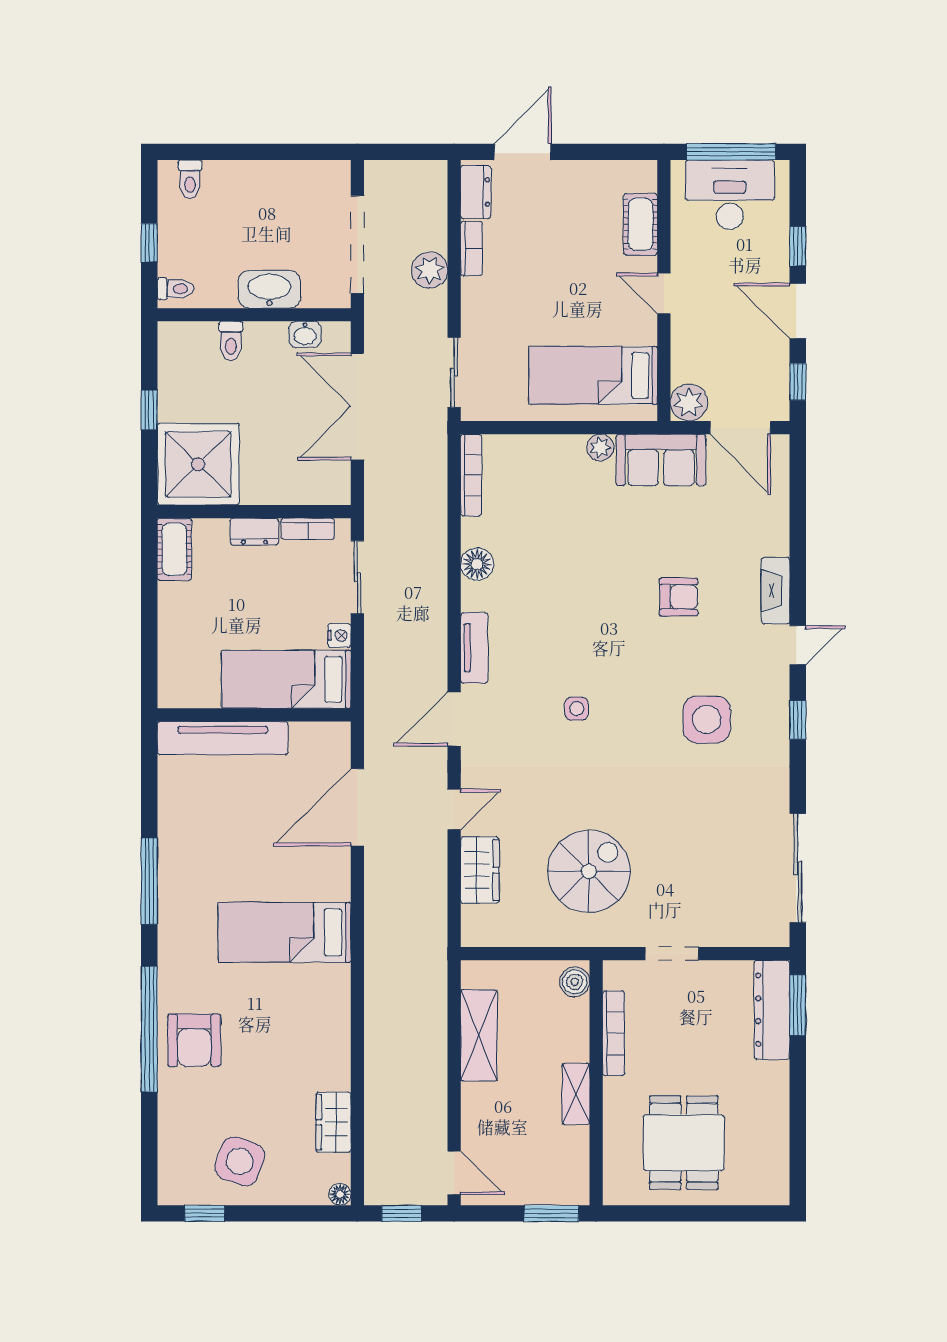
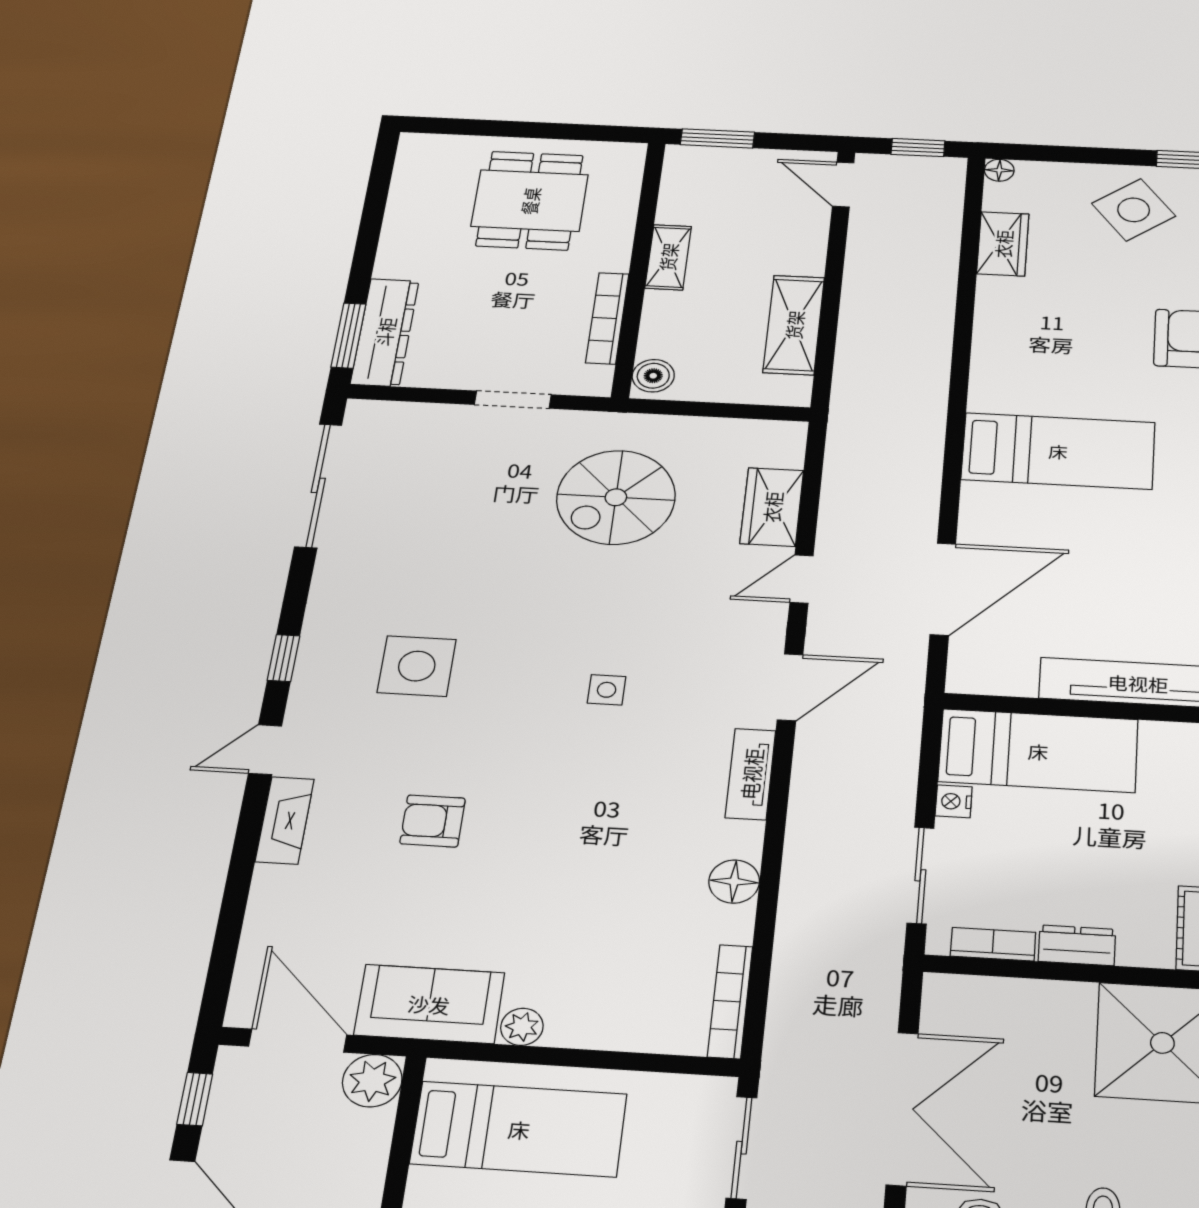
side table: (240, 1161) -> (1134, 210), turned 33

